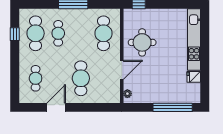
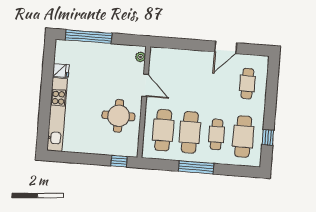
door: (122, 70) -> (145, 85), swing flipped
cafe table: (81, 78) -> (190, 132), moved

